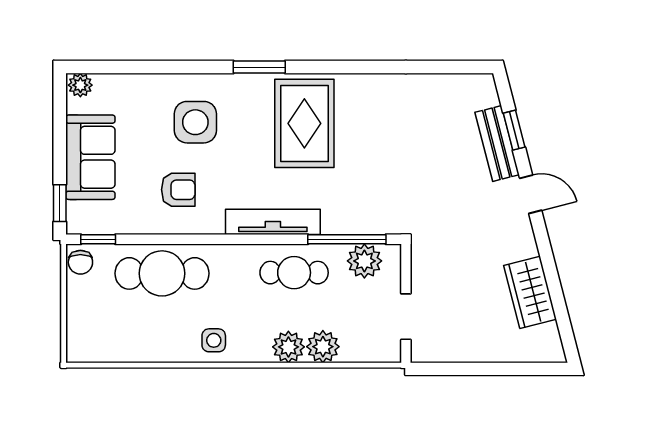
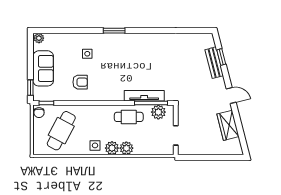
side table: (195, 122) -> (87, 54), width x0.54, depth x0.54
rug: (304, 123) -> (133, 54), removed
door: (531, 194) -> (231, 96), moved
tv unit: (273, 222) -> (144, 96), moved
cafe table: (162, 273) -> (61, 131), moved, turned -62
plant: (323, 347) -> (112, 148), moved

